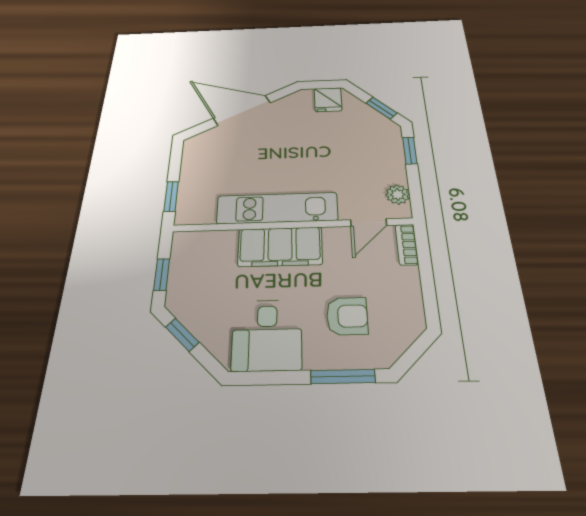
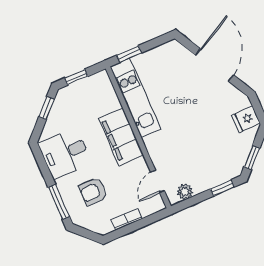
kitchen unit: (277, 208) -> (135, 98), moved
door: (368, 223) -> (158, 182), hinge flipped
bookcase: (407, 245) -> (127, 219), moved
armchair: (347, 316) -> (93, 191), turned 90

